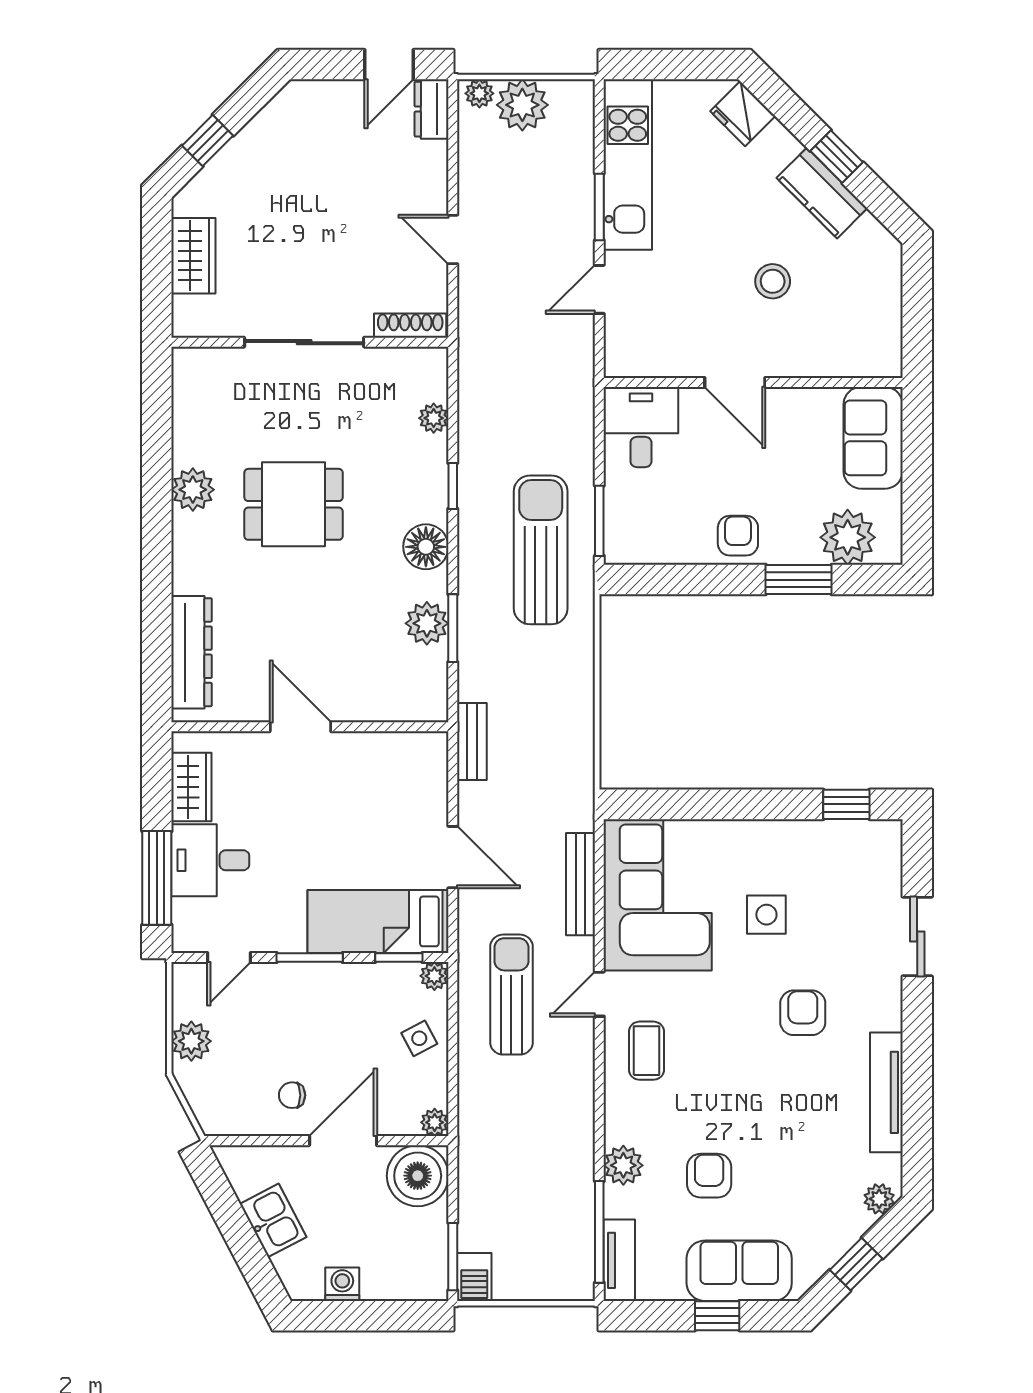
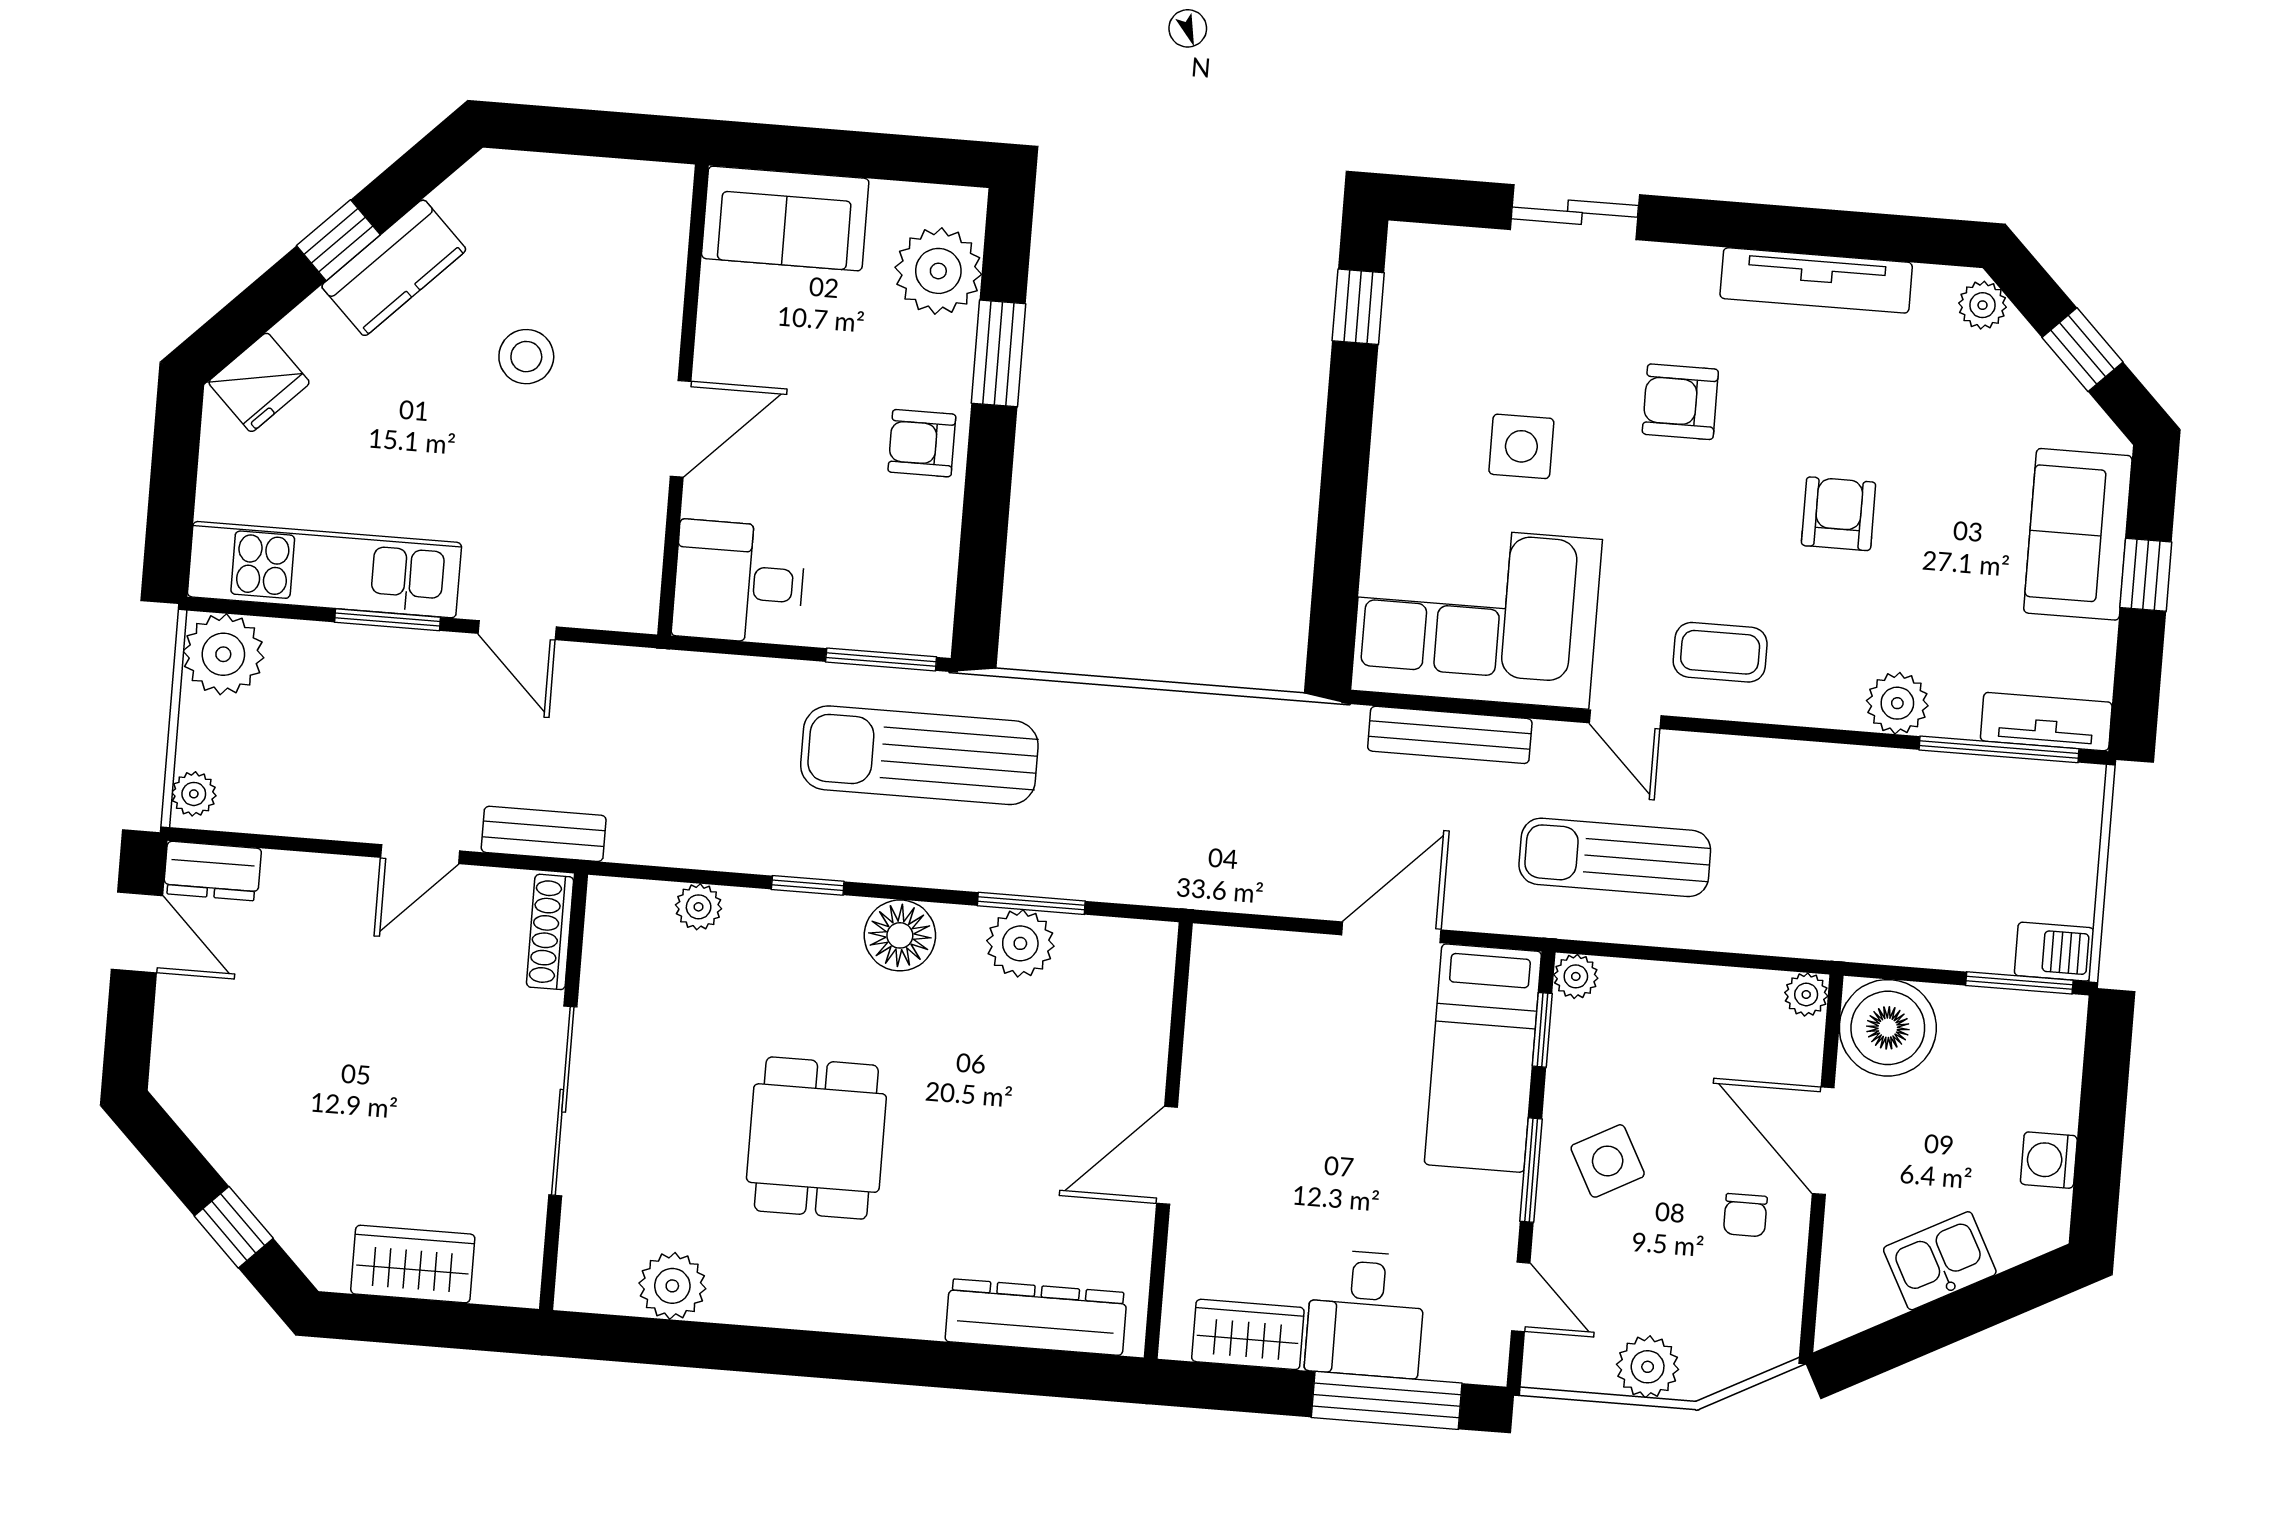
plant: (522, 105) -> (223, 654), moved
plant: (193, 490) -> (672, 1286), moved
bench: (472, 741) -> (544, 834), moved
side table: (419, 1038) -> (1608, 1161), moved, width x1.37, depth x1.37
armchair: (709, 1176) -> (1839, 514), moved, turned 90

